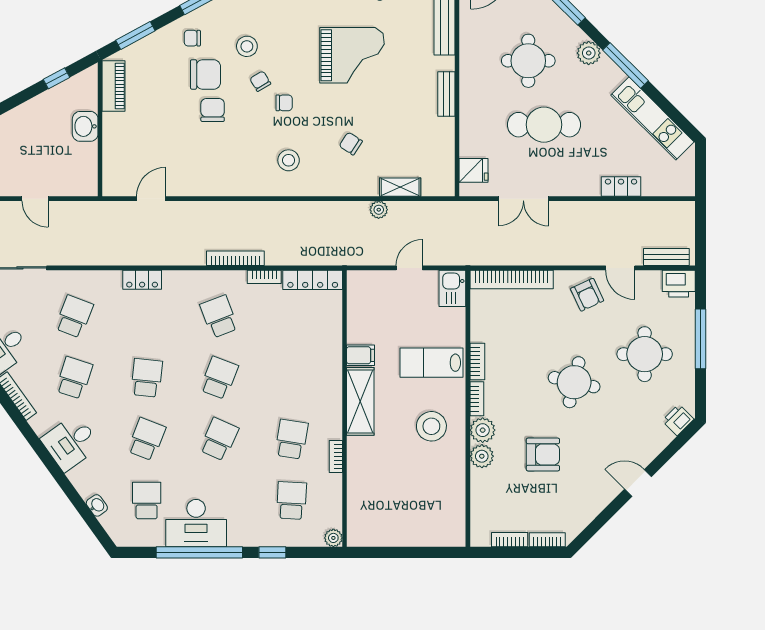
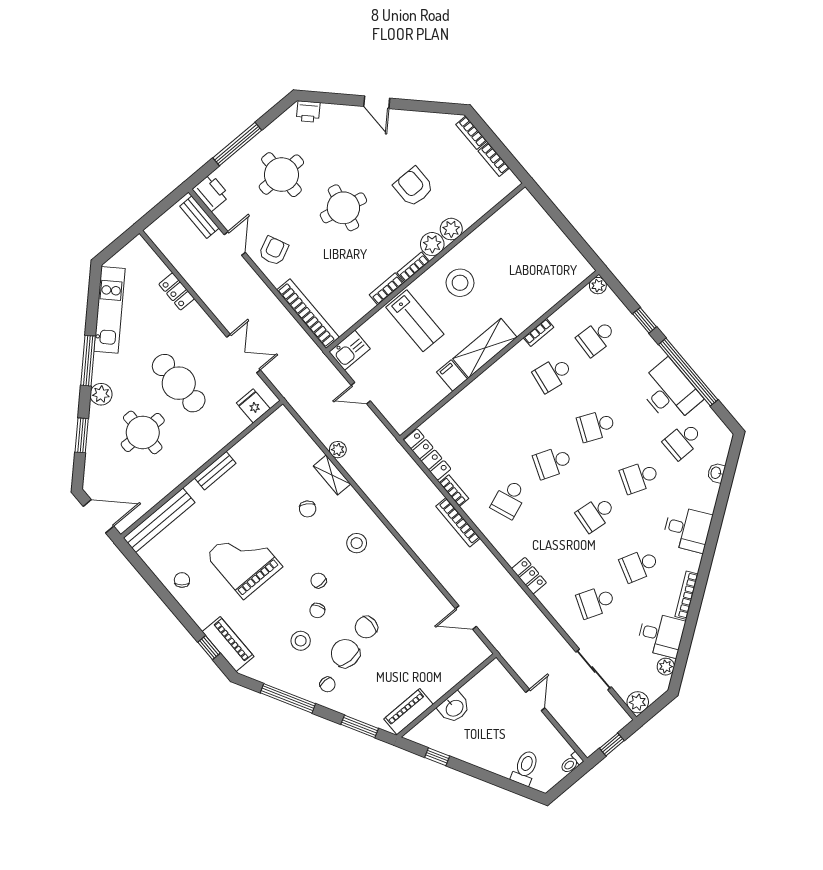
shelving: (400, 187) -> (332, 475), moved

